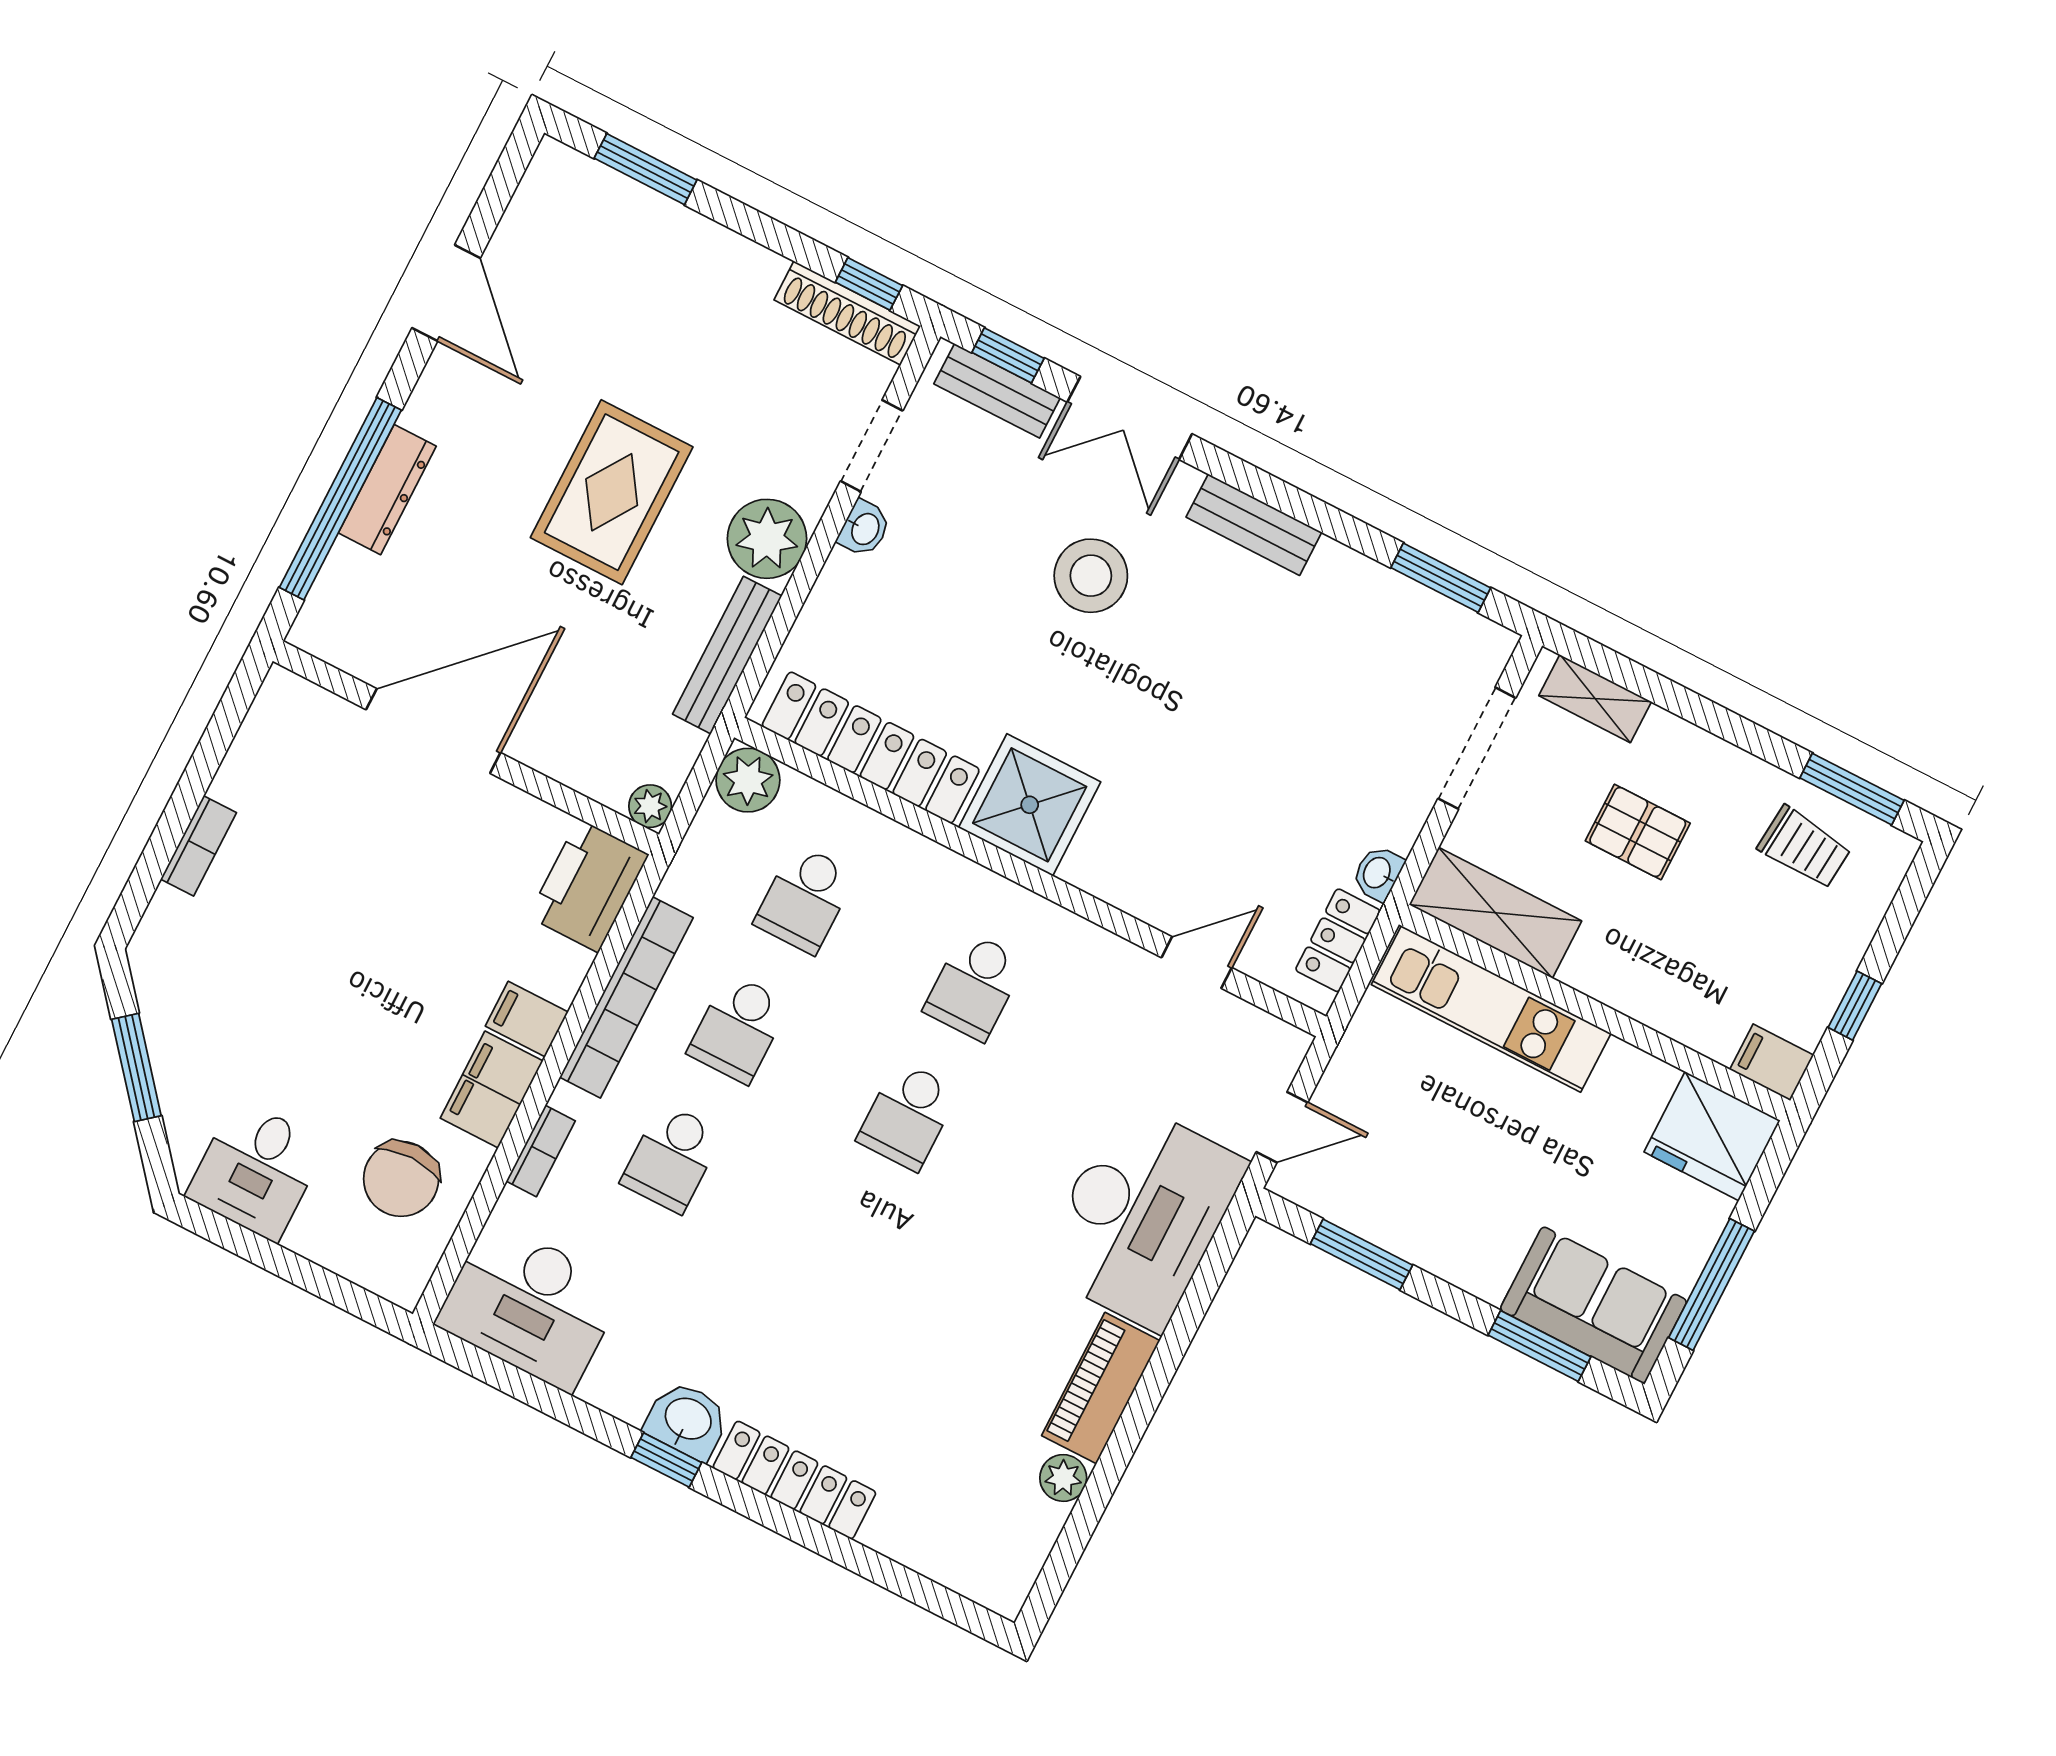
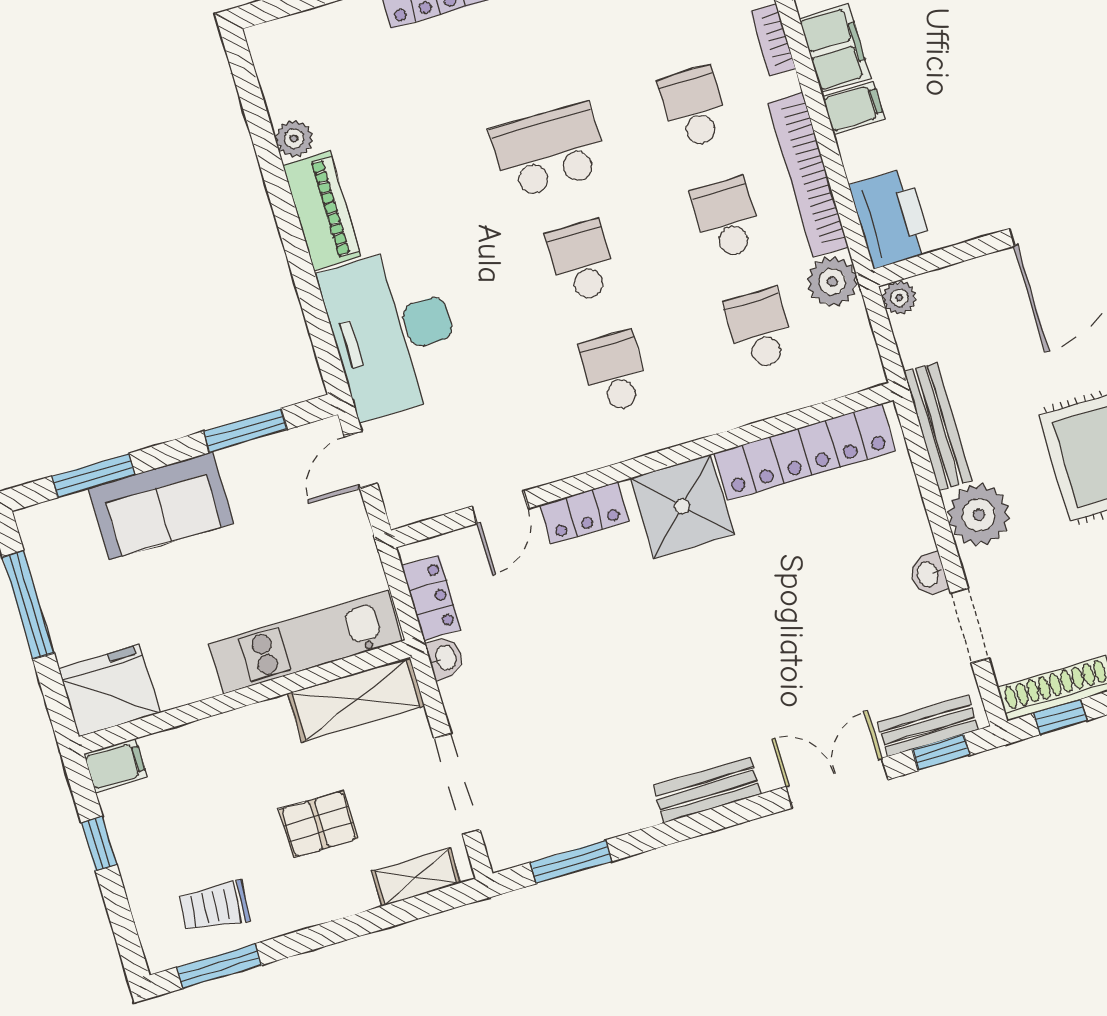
stool: (1091, 576) -> (773, 671), removed
plant: (748, 780) -> (832, 282), moved
locker: (1125, 884) -> (584, 513), added
school desk: (841, 1245) -> (549, 150), added
sofa: (1594, 1305) -> (161, 506), moved

